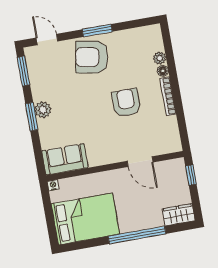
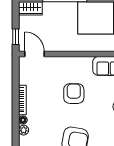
armchair: (126, 103) -> (74, 94), moved, turned 180
door: (140, 162) -> (35, 54), moved

